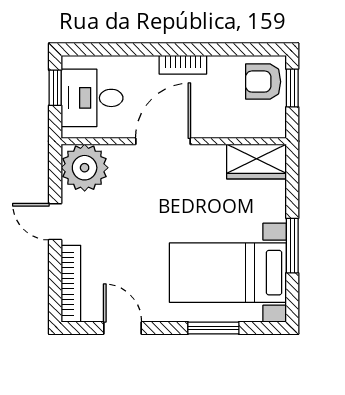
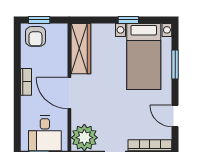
wardrobe: (256, 162) -> (81, 49), width x1.50
window: (292, 246) -> (128, 20), width x0.67
door: (123, 328) -> (175, 116), hinge flipped

